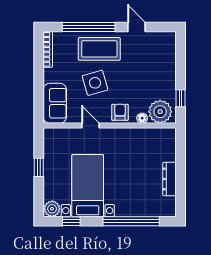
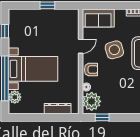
dresser: (170, 179) -> (58, 109), moved
bed with nightstands: (88, 186) -> (33, 69), moved
plant: (52, 209) -> (15, 97), moved

